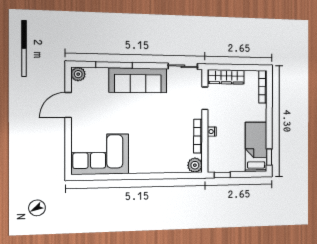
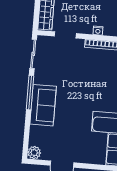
window: (114, 65) -> (30, 93), moved
sofa: (138, 80) -> (43, 105), width x0.73

